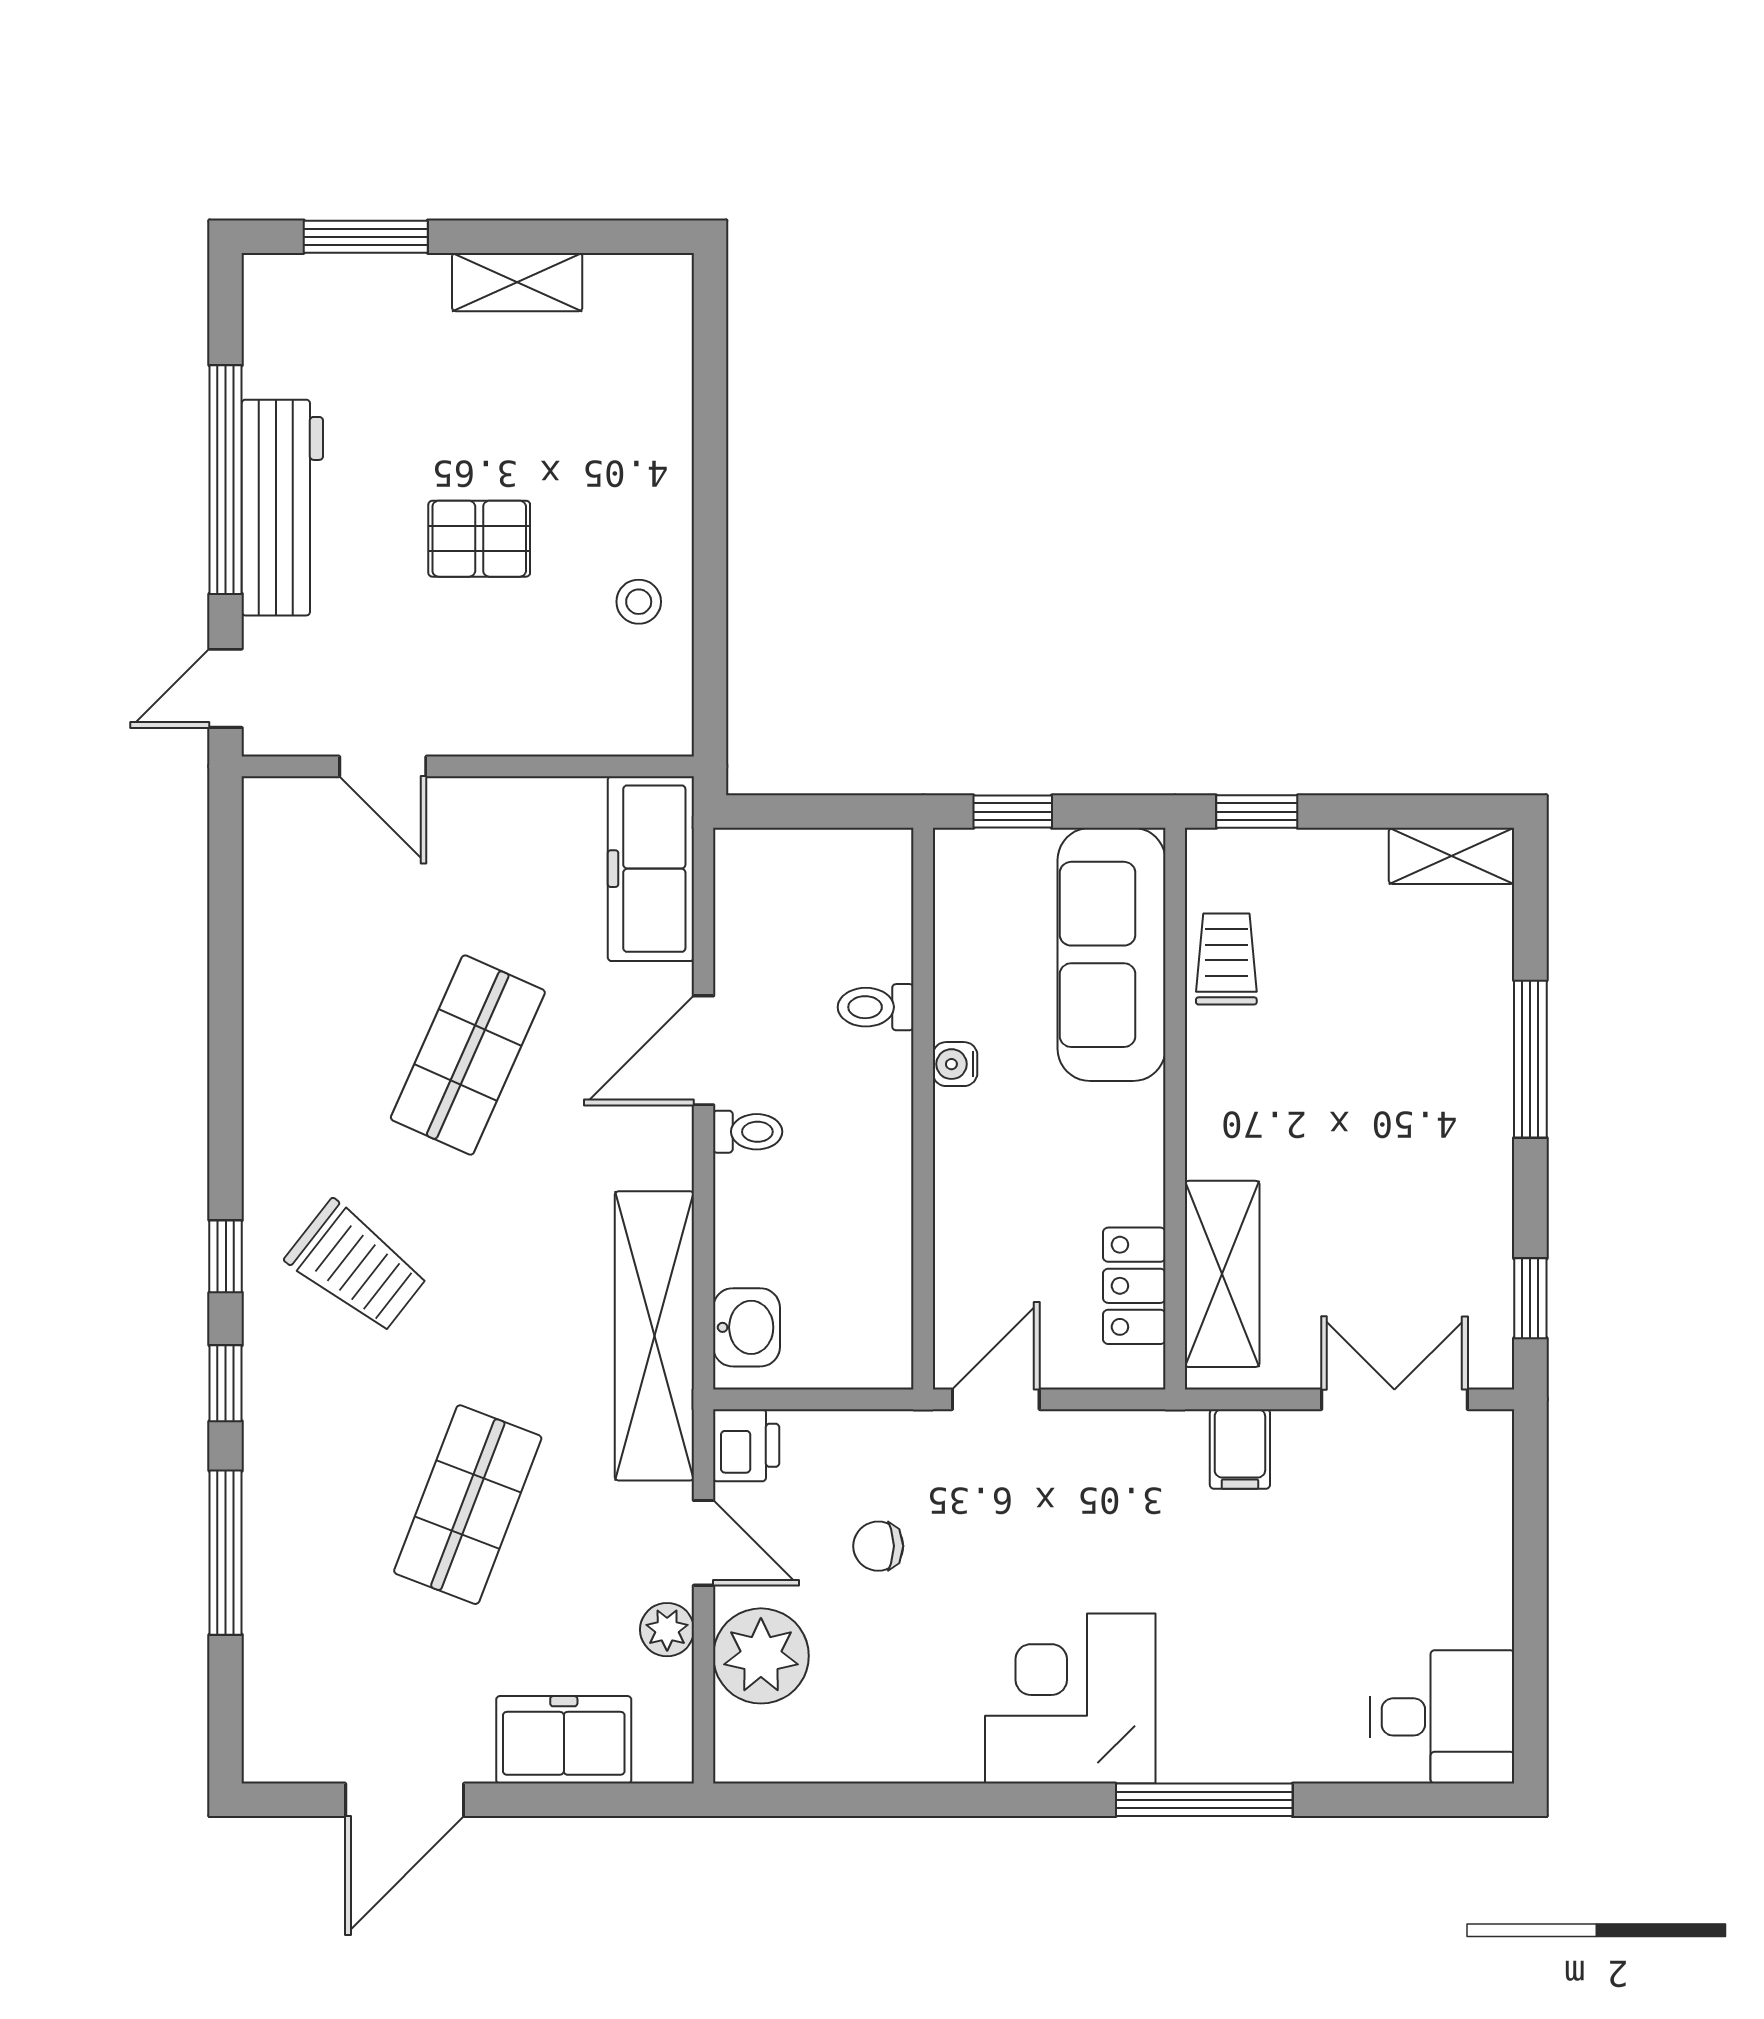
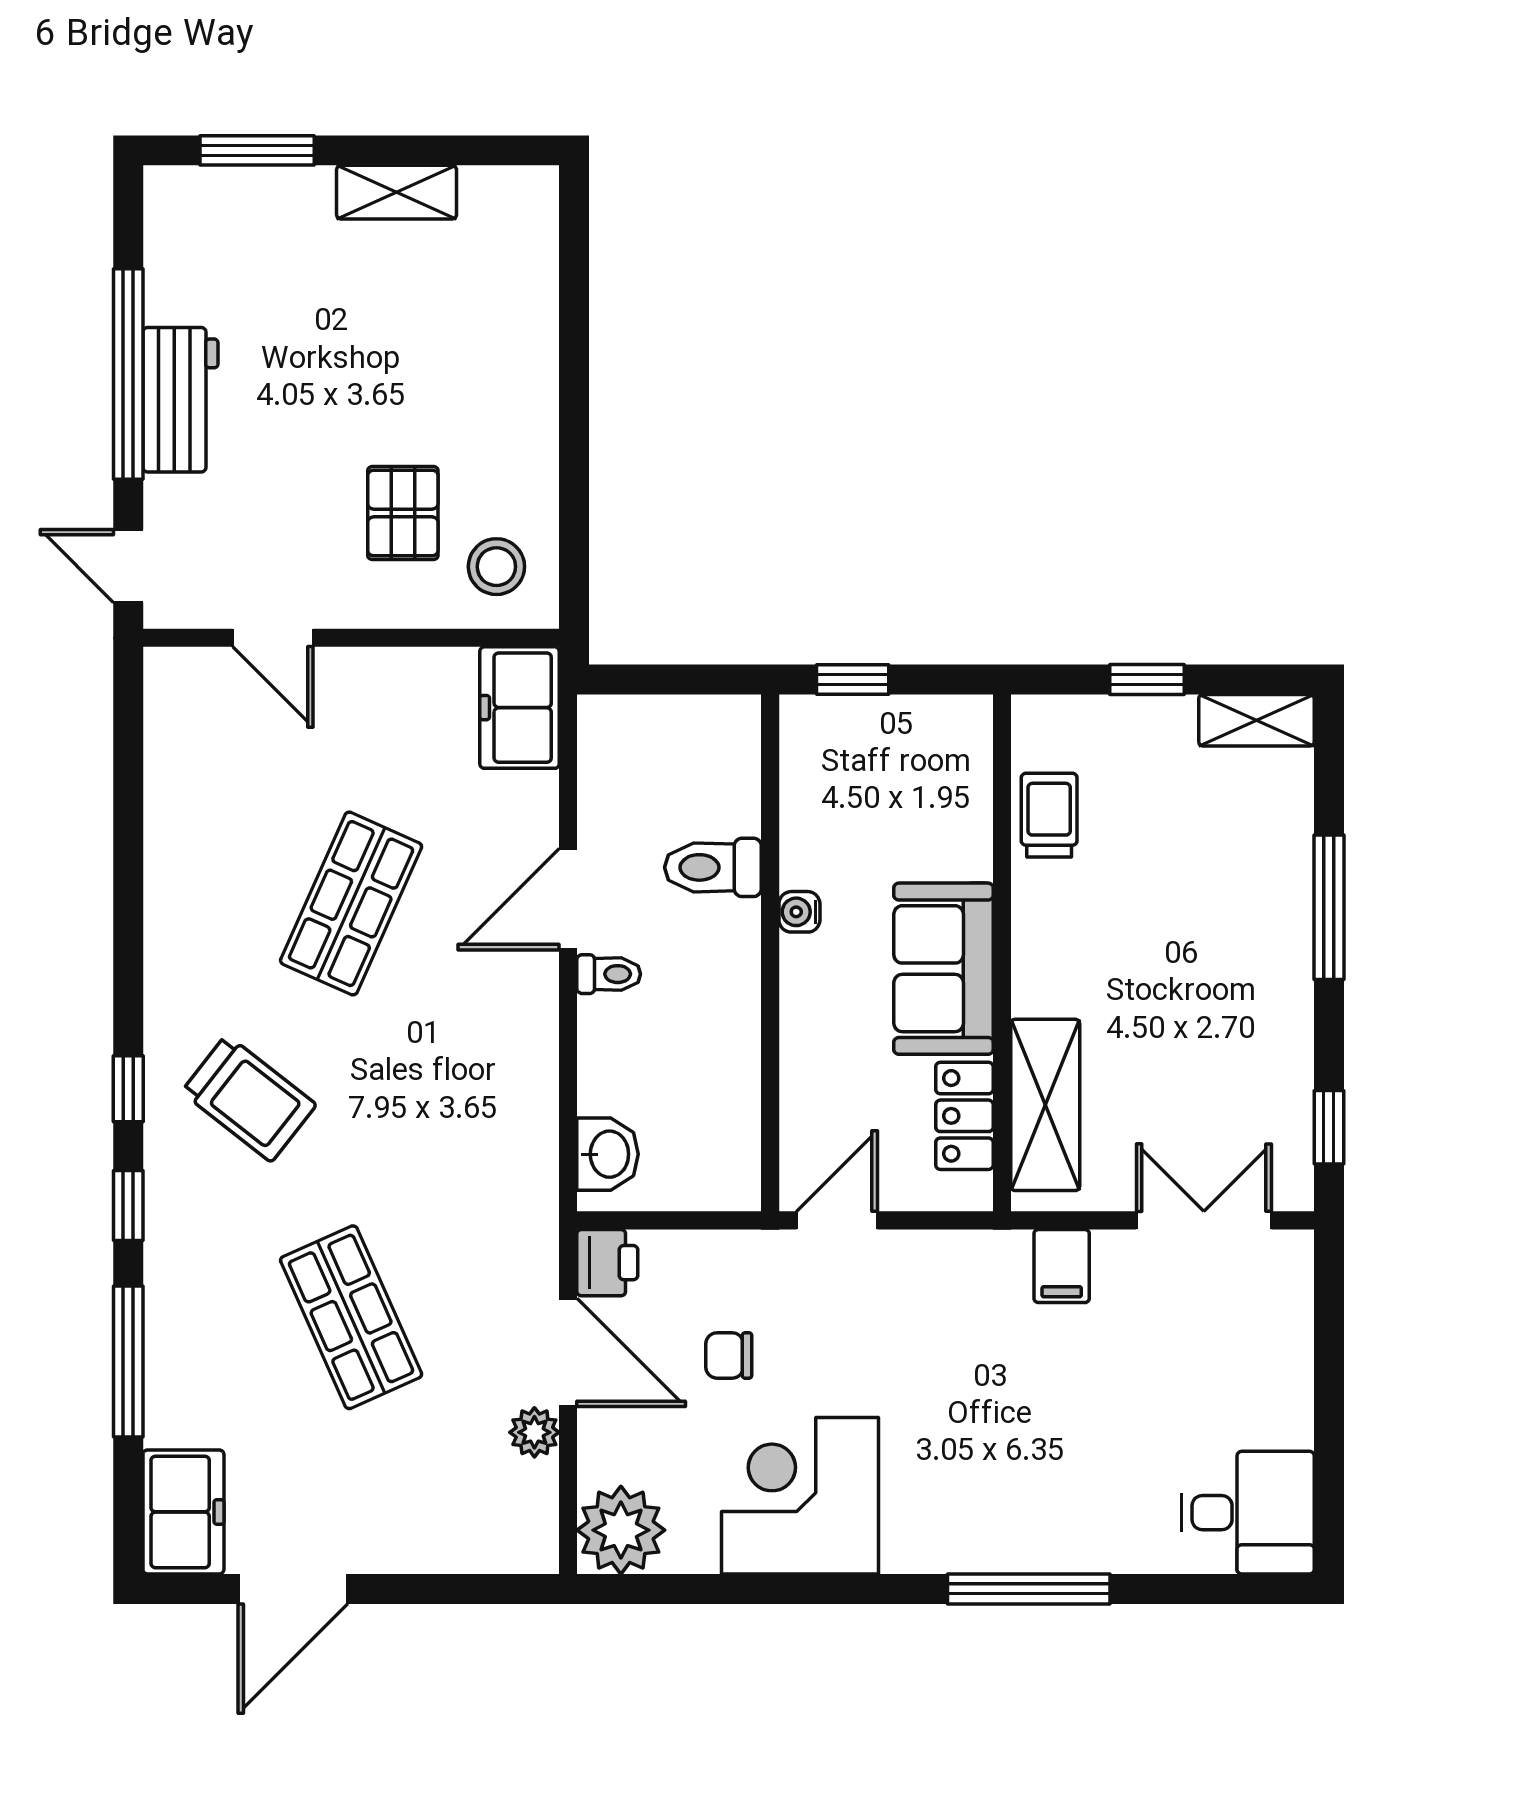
workbench: (282, 508) -> (180, 400), width x0.73
pallet: (479, 539) -> (403, 513), moved, turned 90
stool: (639, 602) -> (496, 567), moved, width x1.37, depth x1.37
door: (226, 688) -> (128, 566), hinge flipped
window: (1257, 812) -> (1147, 679), moved
freezer: (651, 869) -> (520, 708), width x0.71
sofa: (1112, 954) -> (943, 969), moved, width x0.73
toilet: (876, 1007) -> (713, 867), width x1.37, depth x1.39
shelving: (654, 1336) -> (523, 1162), removed
shop shelf: (468, 1505) -> (351, 1317), turned -45
door: (704, 1543) -> (568, 1352), width x1.38
plant: (761, 1656) -> (621, 1530), moved
corner desk: (1070, 1699) -> (800, 1496), moved
freezer: (564, 1740) -> (183, 1512), moved, turned 90

